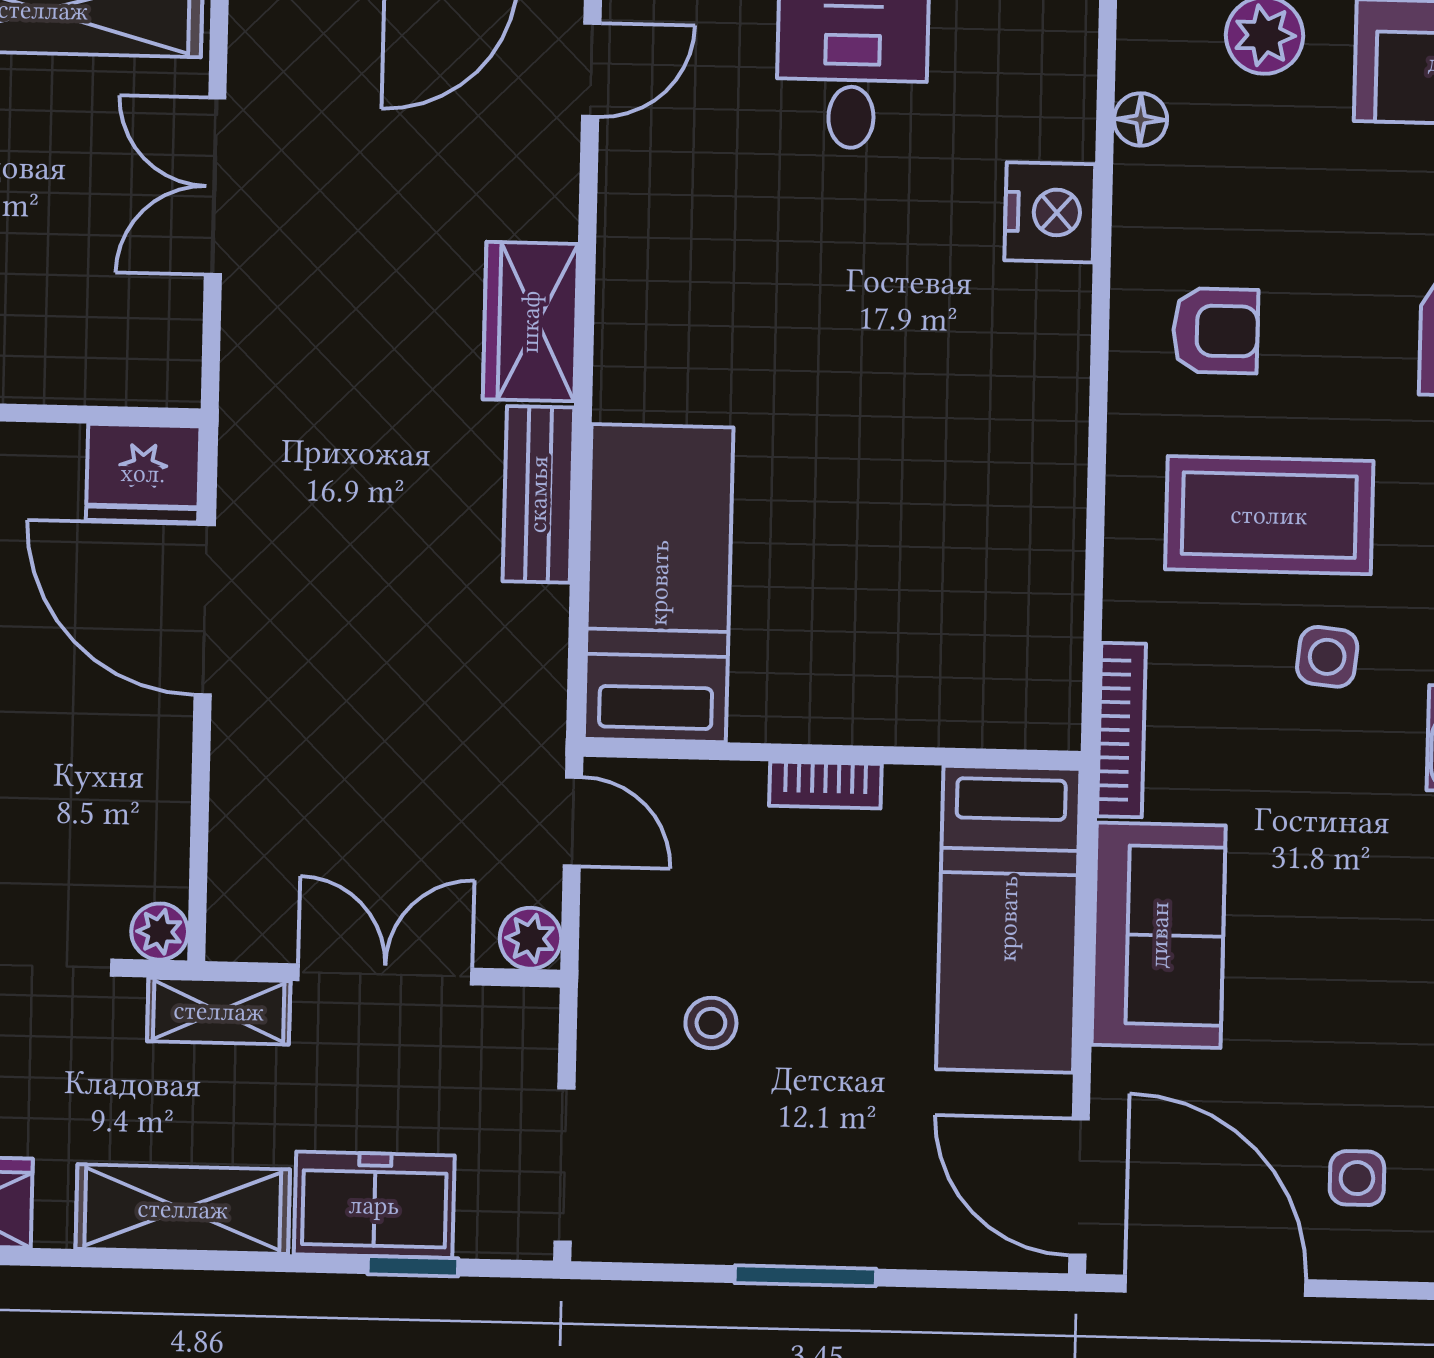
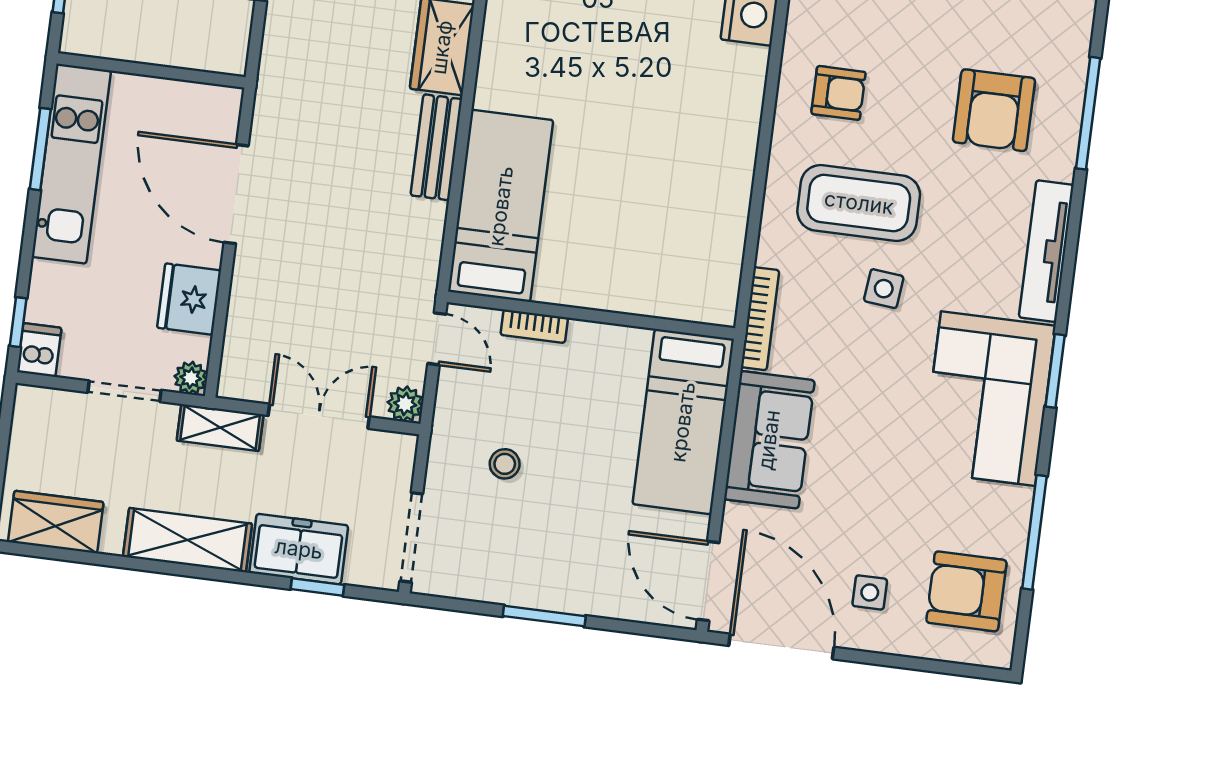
fridge: (143, 473) -> (189, 299), moved, turned 90
bookcase: (825, 785) -> (534, 326), moved

